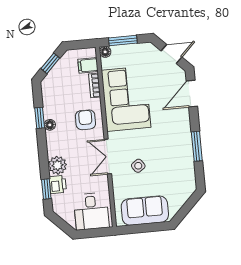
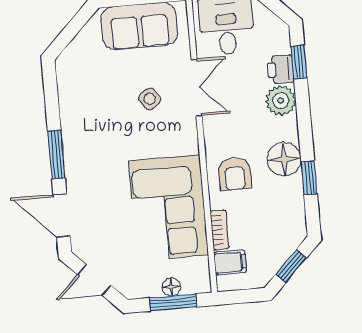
floor lamp: (105, 52) -> (171, 287), moved
door: (192, 94) -> (62, 215), swing flipped
floor lamp: (50, 125) -> (284, 159), width x1.89, depth x1.89
window: (197, 146) -> (56, 154), moved
double door: (108, 157) -> (197, 88), moved

